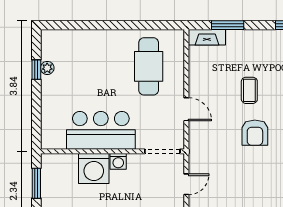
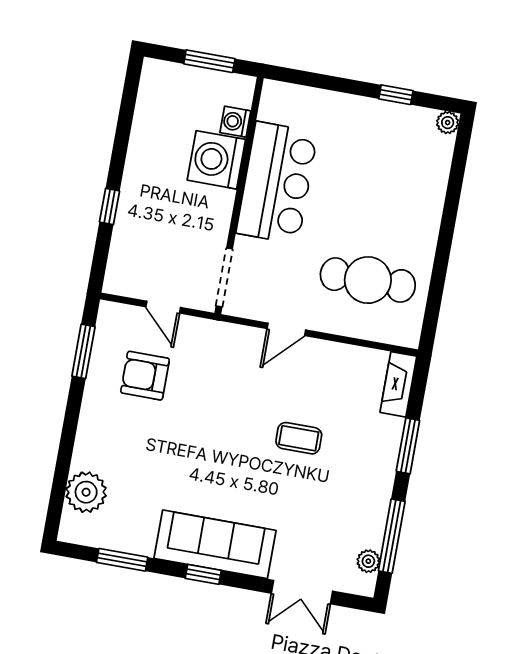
window: (228, 25) -> (408, 446), moved
plant: (47, 68) -> (448, 123), moved
armchair: (255, 133) -> (145, 376), moved
washing machine: (118, 161) -> (235, 122), moved

